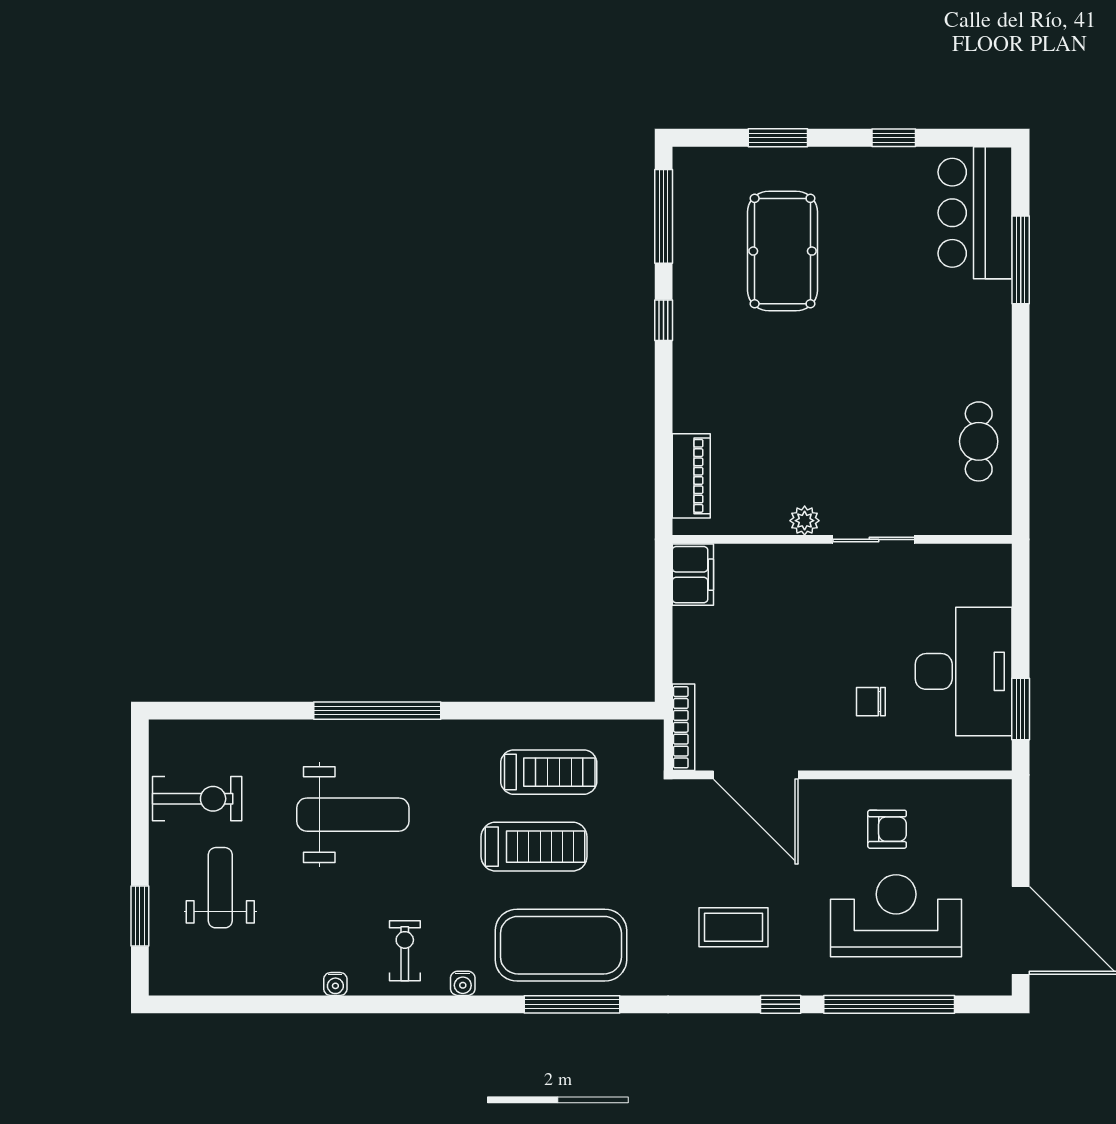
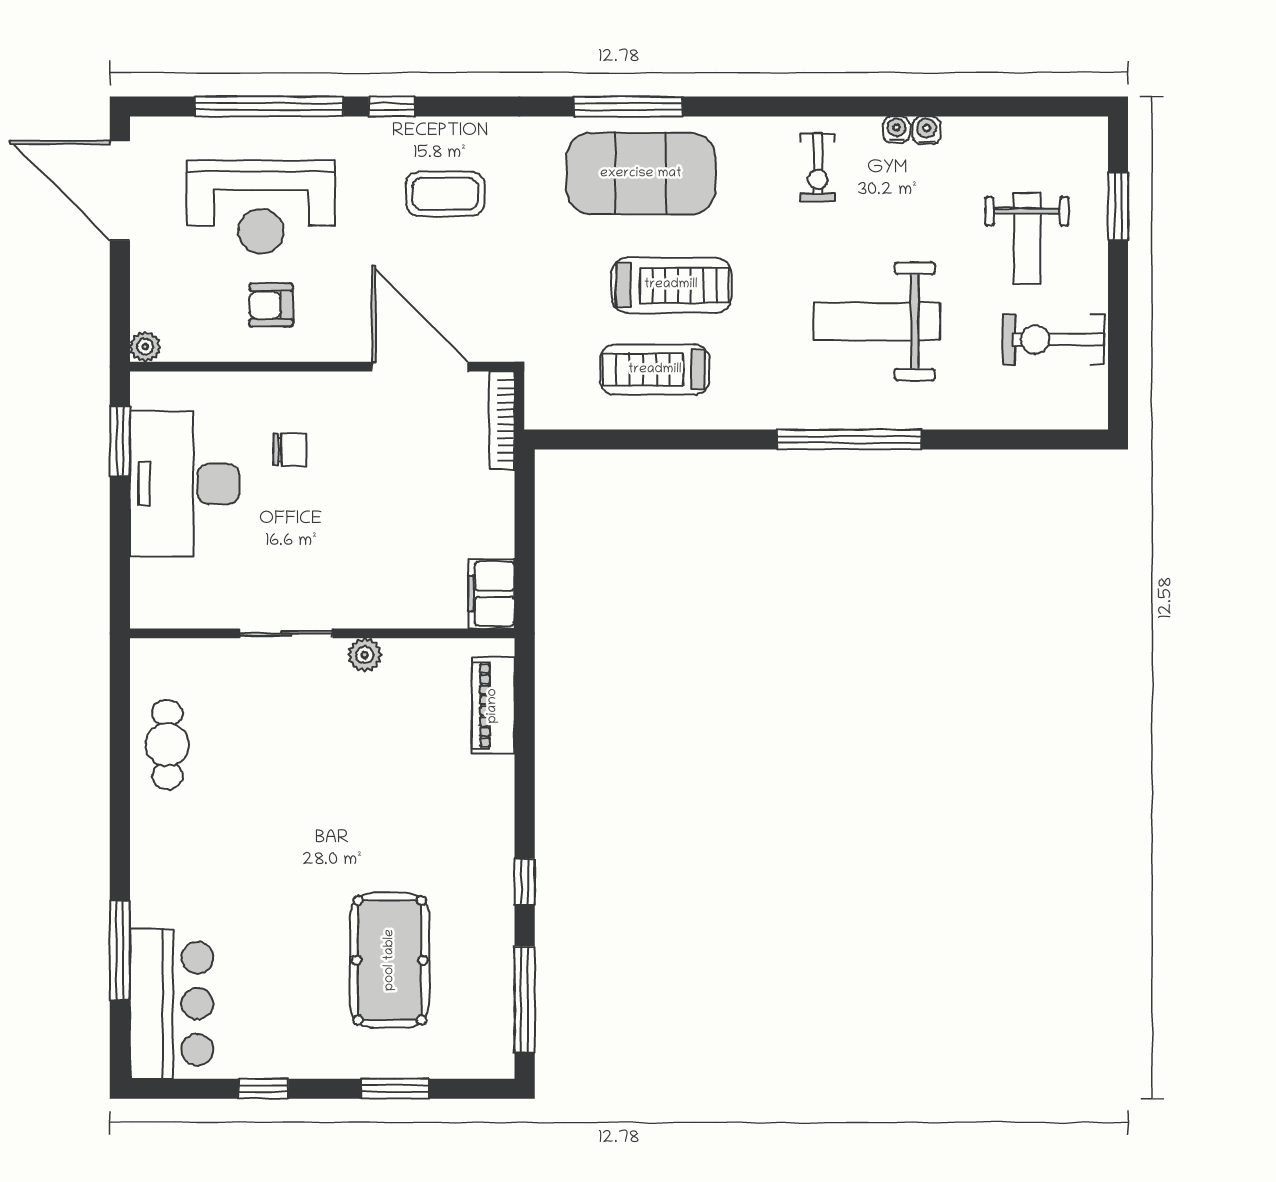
plant: (998, 793) -> (145, 347), added
treadmill: (534, 847) -> (671, 285), turned 180
water cooler: (463, 983) -> (927, 130), moved

